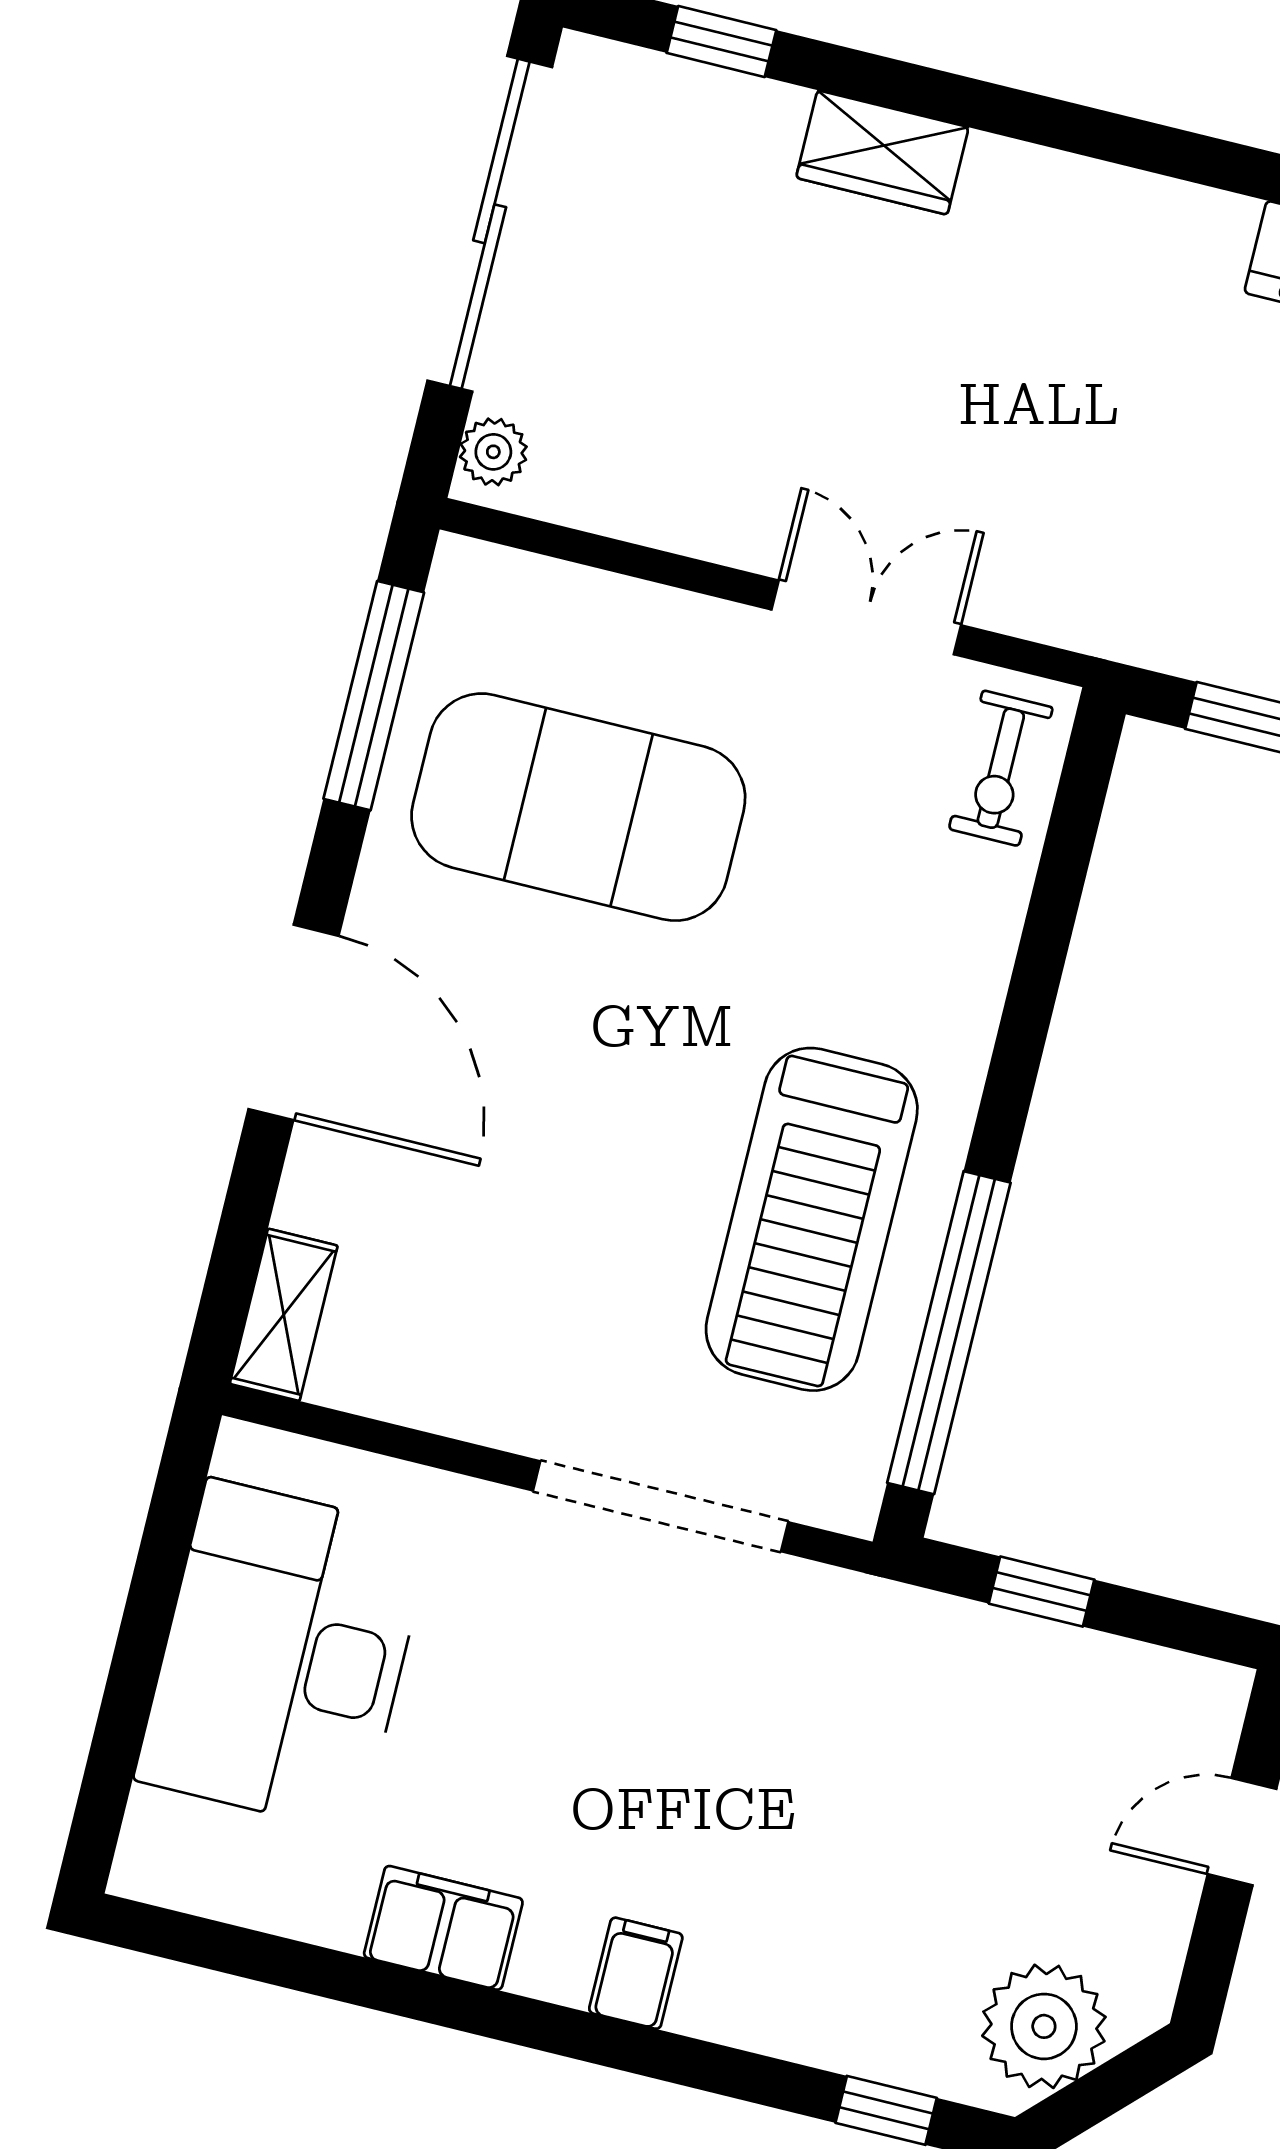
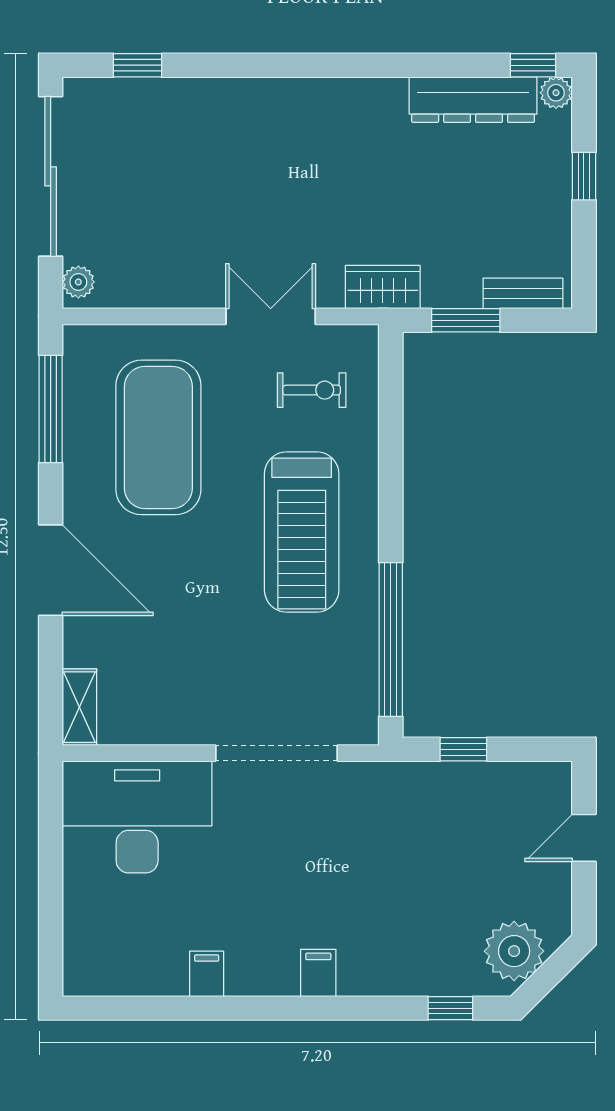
wardrobe: (882, 152) -> (383, 287), moved, turned 180
exercise bike: (1001, 768) -> (312, 390), moved, turned -90
exercise mat: (578, 807) -> (158, 437), turned 90
treadmill: (812, 1219) -> (302, 532), moved
desk: (283, 1656) -> (137, 817), moved, turned 90
filing cabinet: (443, 1928) -> (207, 974), width x0.50

